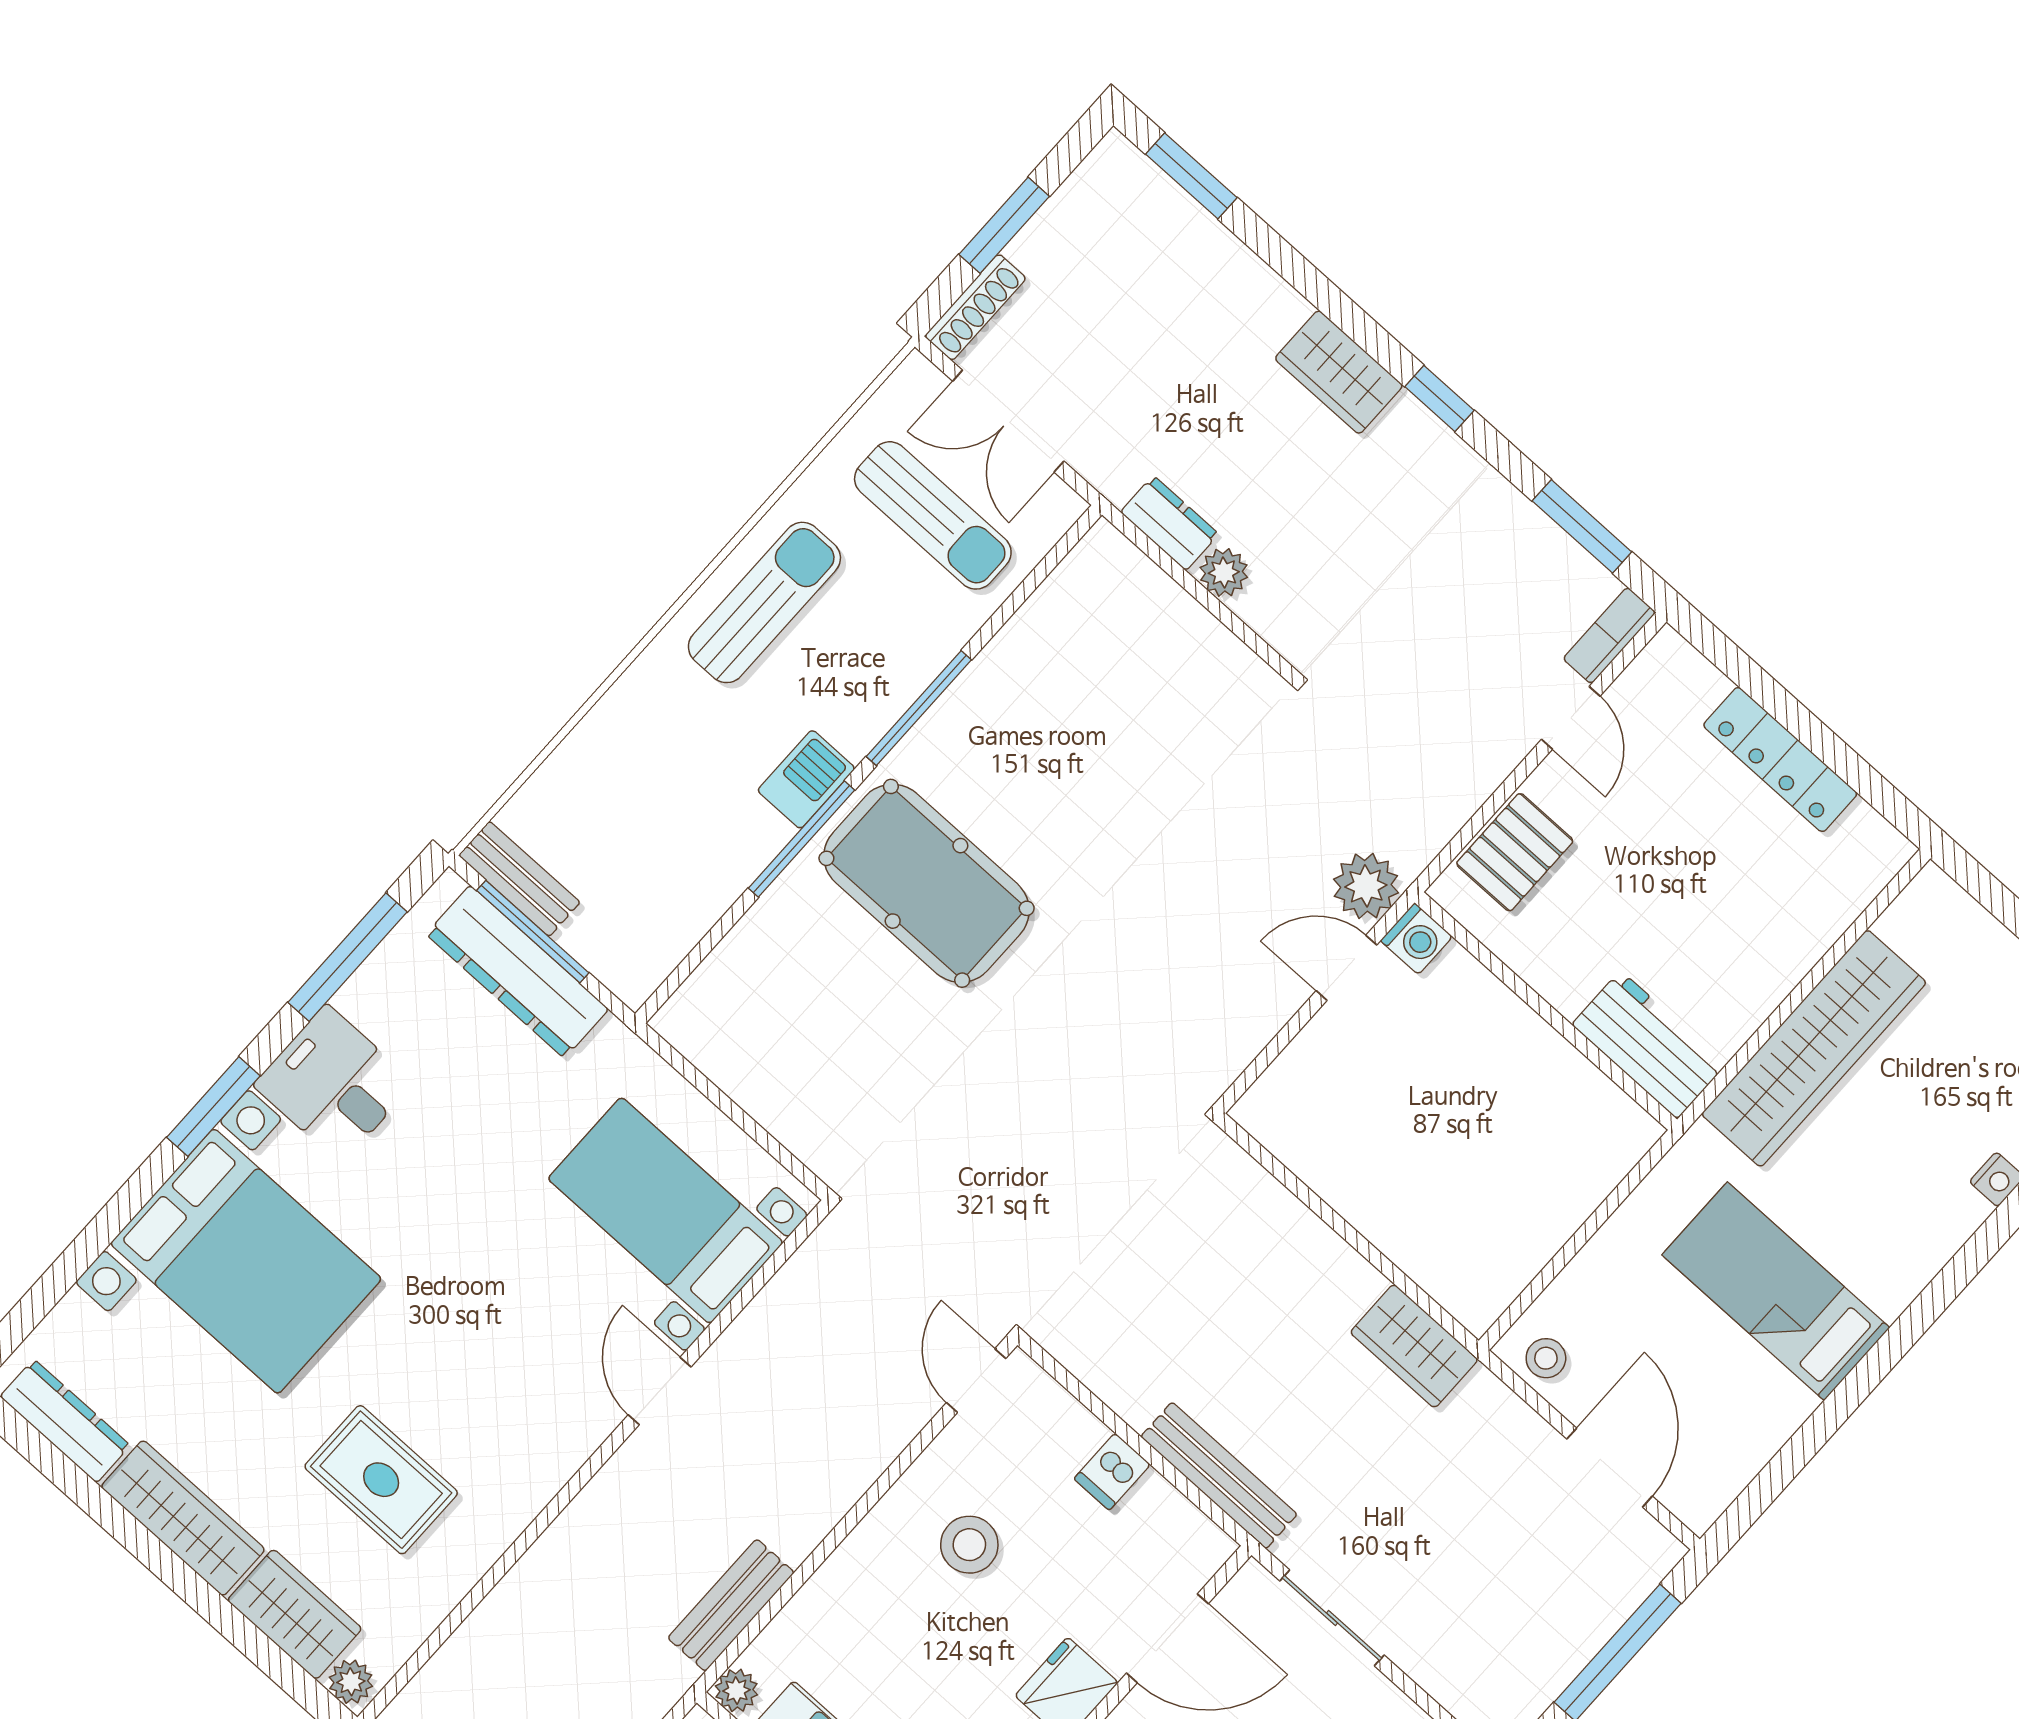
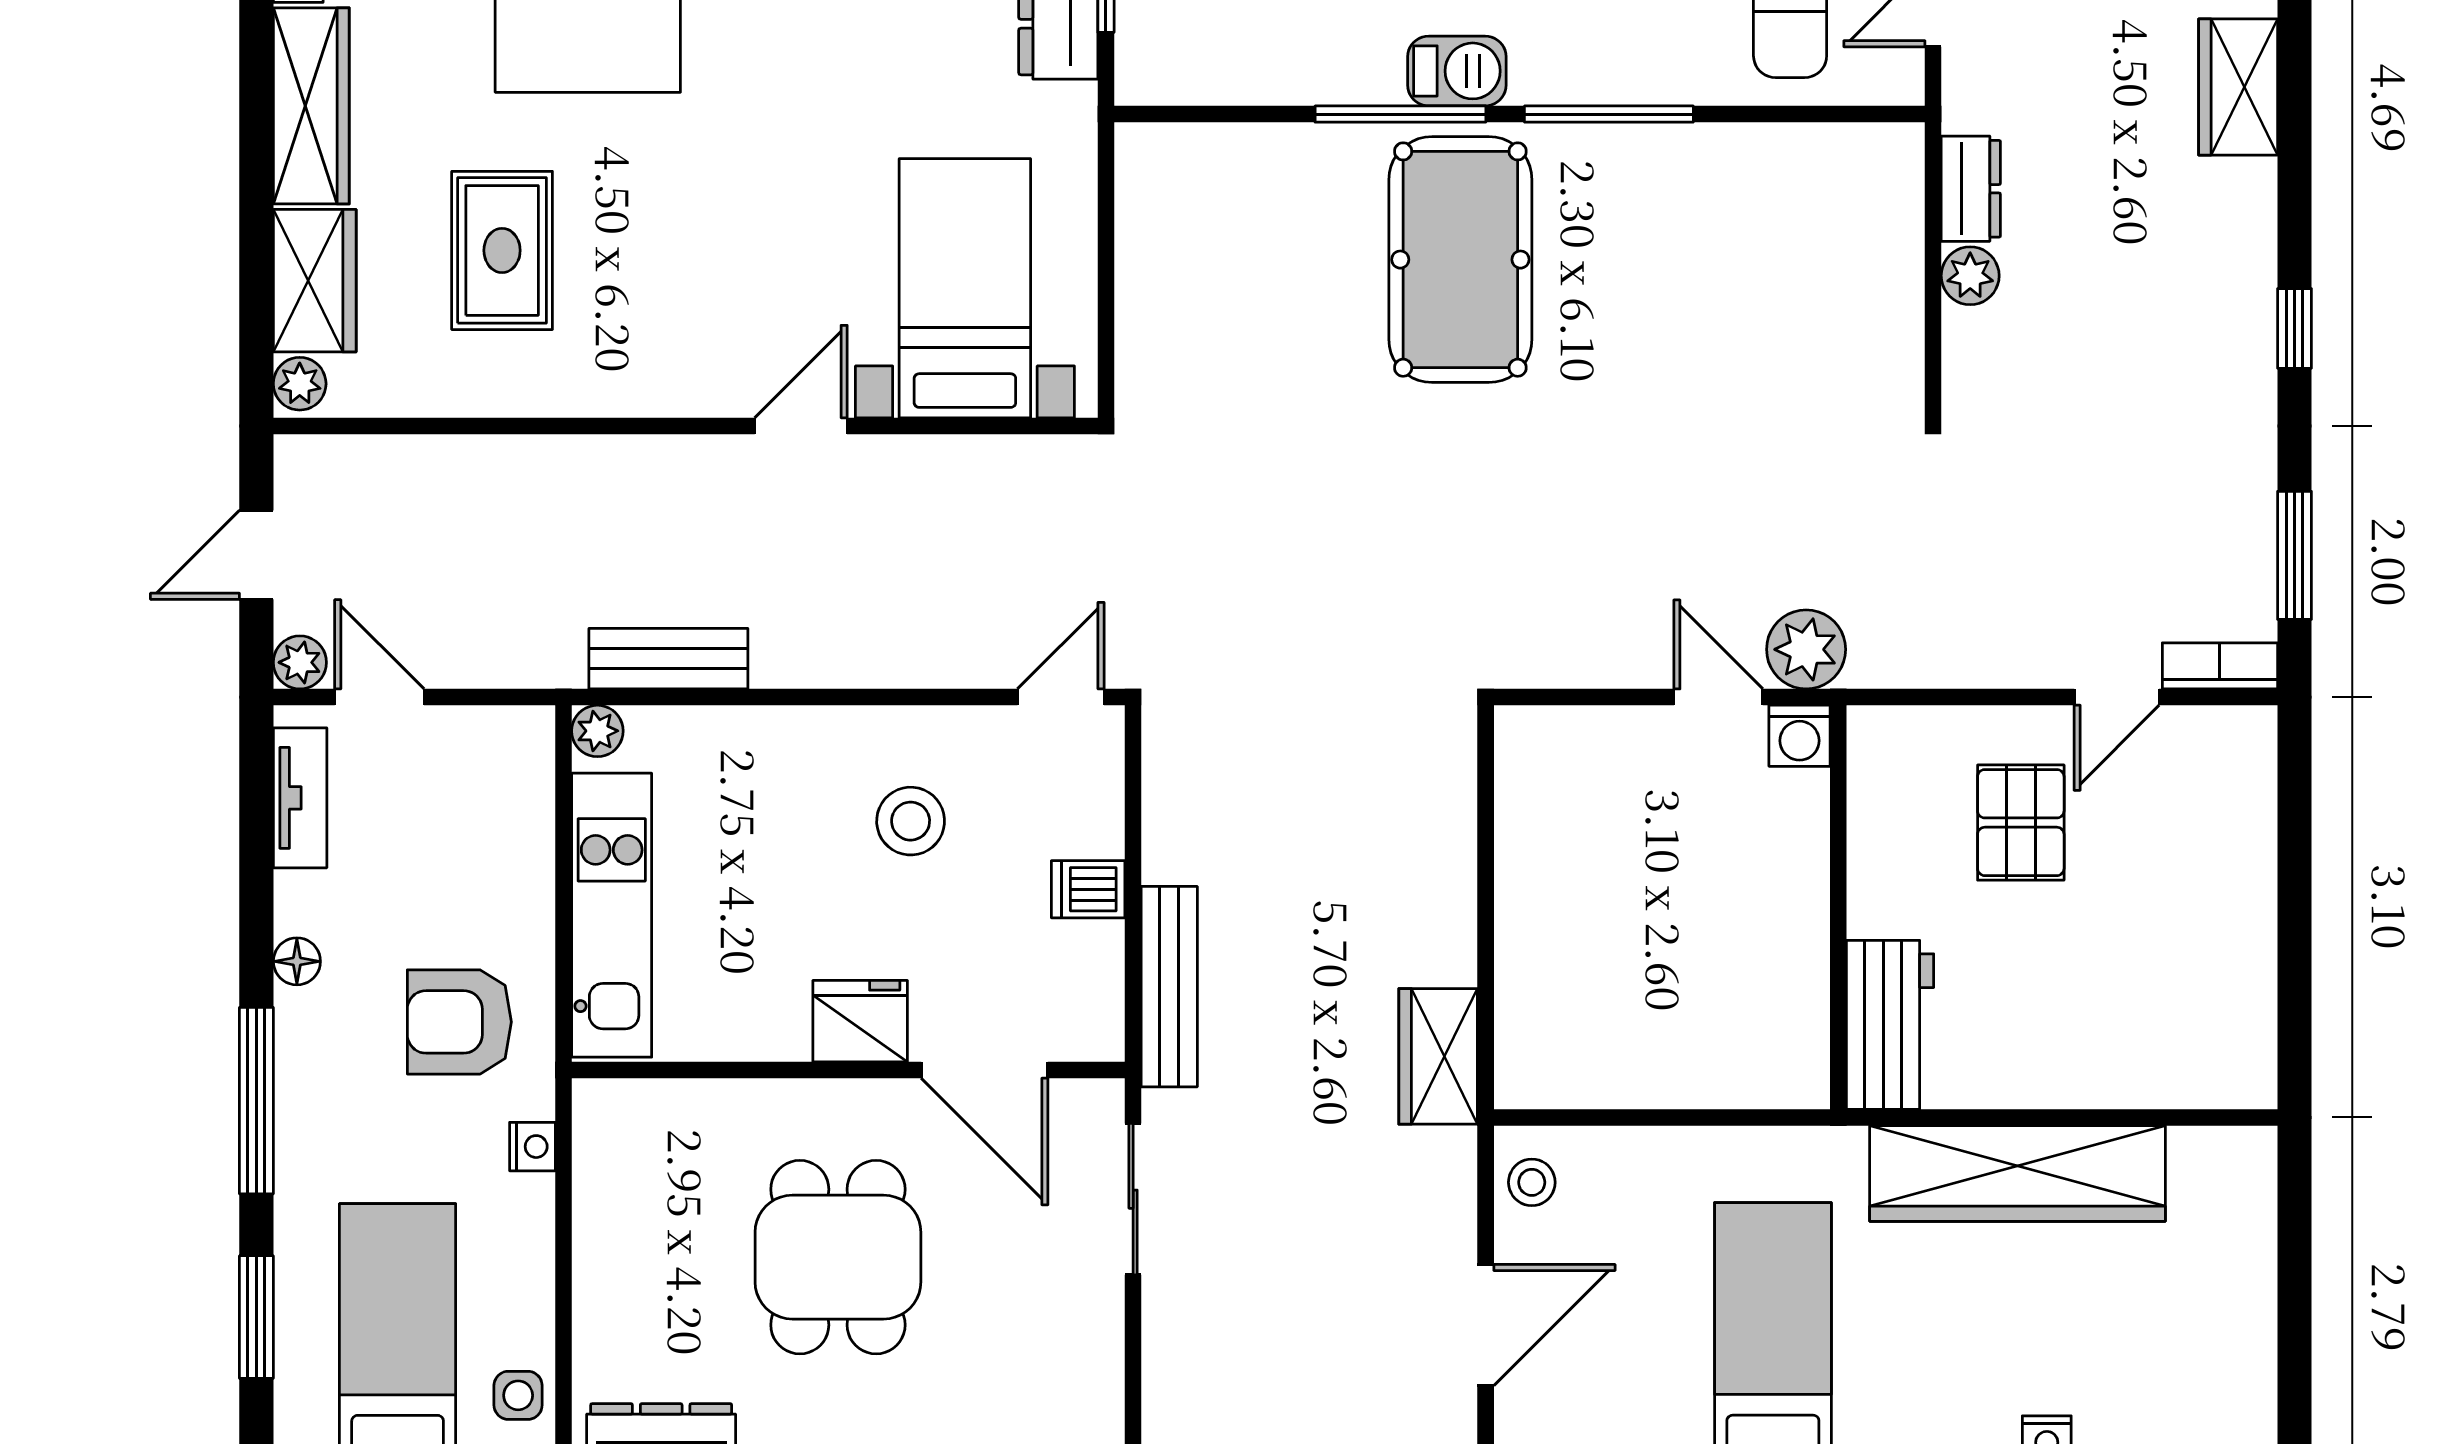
wardrobe: (1339, 372) -> (2238, 87), moved
locker: (1780, 759) -> (2246, 915), removed
pallet: (1515, 852) -> (2021, 823), moved, turned 90

